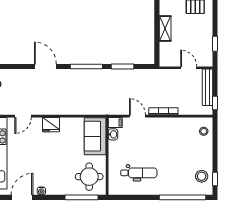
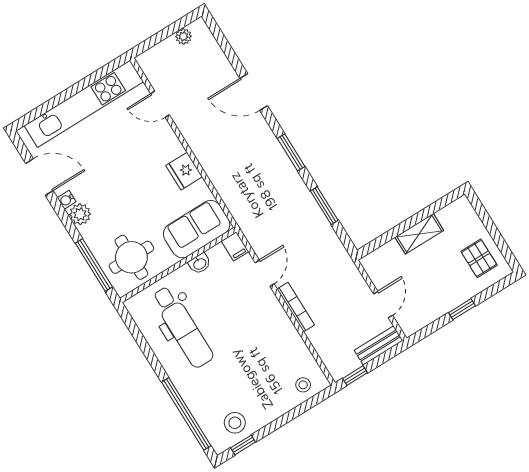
window: (215, 44) -> (462, 309), moved
door: (45, 67) -> (254, 92), swing flipped
window: (86, 67) -> (291, 152), width x0.69
bench: (207, 87) -> (379, 346), width x0.73
fridge: (51, 125) -> (184, 171), moved
washbasin: (113, 134) -> (200, 264), moved
dental chair: (139, 173) -> (182, 327), width x1.36, depth x1.38
plant: (52, 189) -> (80, 214), added

